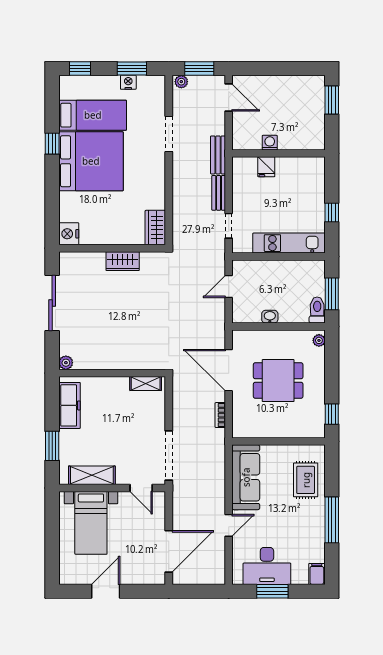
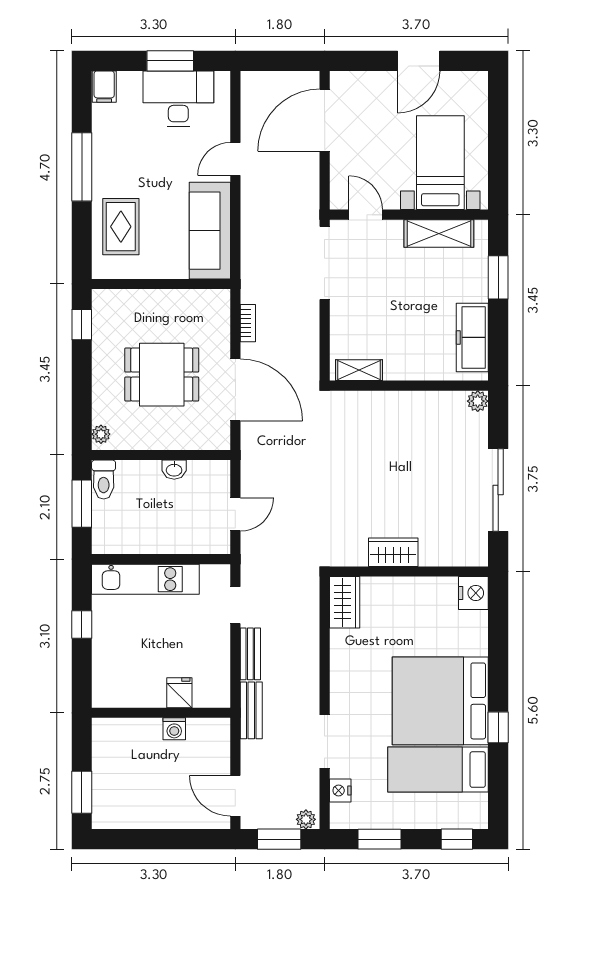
nightstand: (128, 82) -> (340, 790), moved, turned 90

